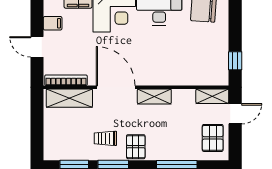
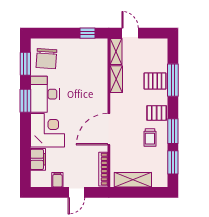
shelving: (154, 96) -> (116, 79), moved
shelving: (69, 98) -> (133, 180), moved, turned 90
pallet: (213, 138) -> (155, 81), moved

